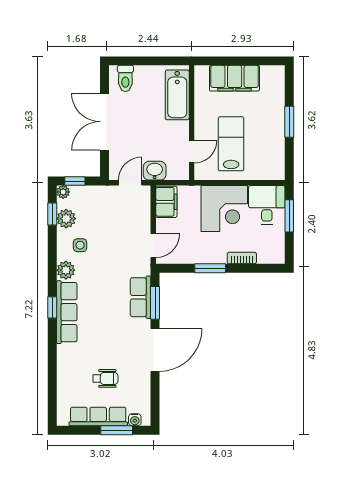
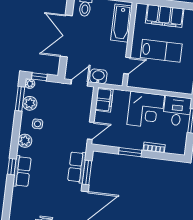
lab bench: (231, 144) -> (161, 51), moved, turned 90
window: (52, 214) -> (20, 99), width x1.50
row of seats: (67, 312) -> (22, 171), width x0.68

